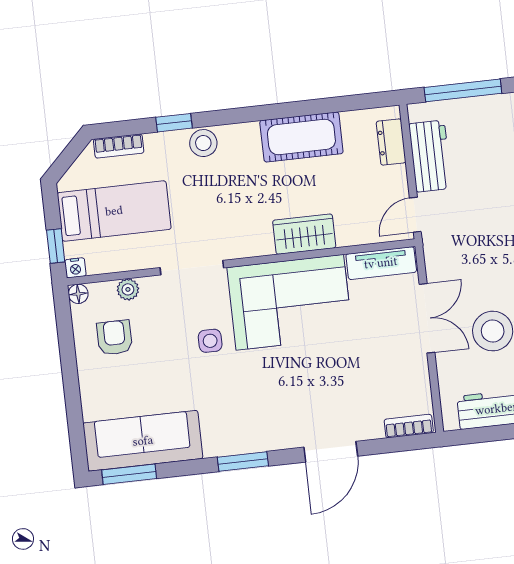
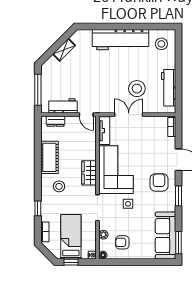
stool: (203, 143) -> (59, 186), moved
wardrobe: (304, 234) -> (89, 173), moved
window: (56, 246) -> (71, 262), moved
armchair: (270, 410) -> (159, 182), added

